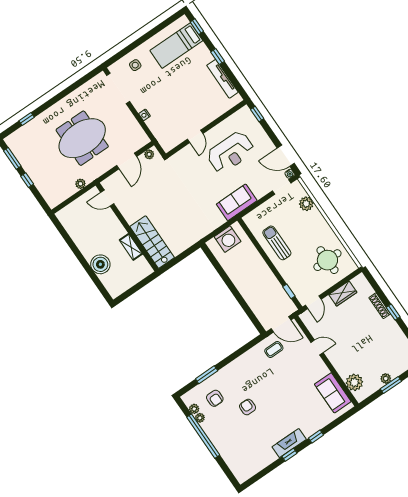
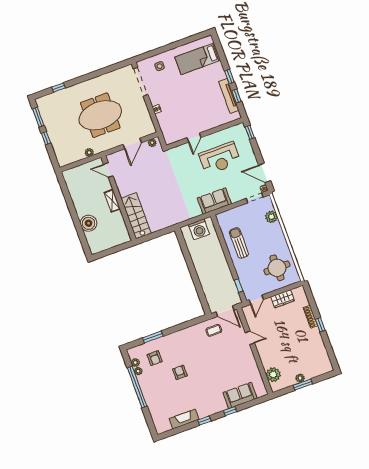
window: (197, 27) -> (237, 96), moved
shelving: (131, 247) -> (112, 201), moved
sofa: (333, 393) -> (240, 395), moved, turned 90
fireplace: (289, 443) -> (184, 419), moved

